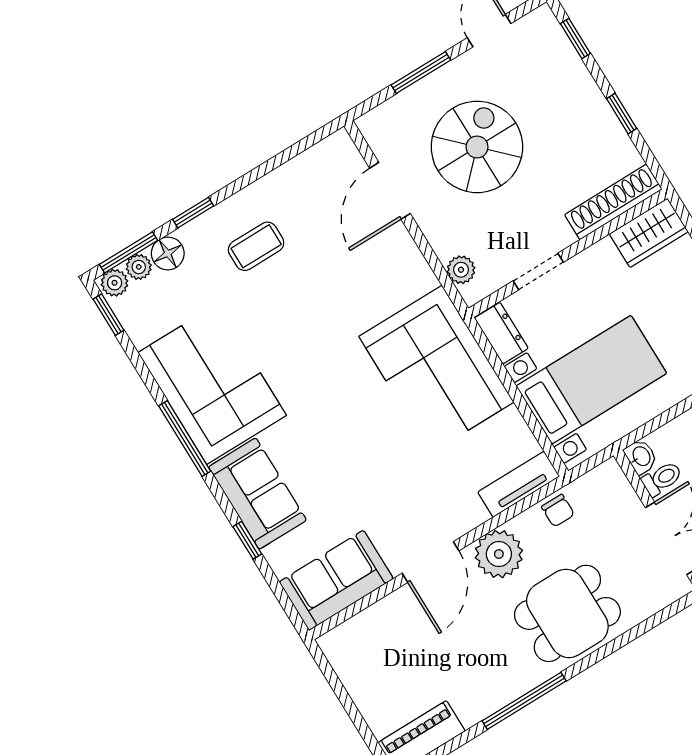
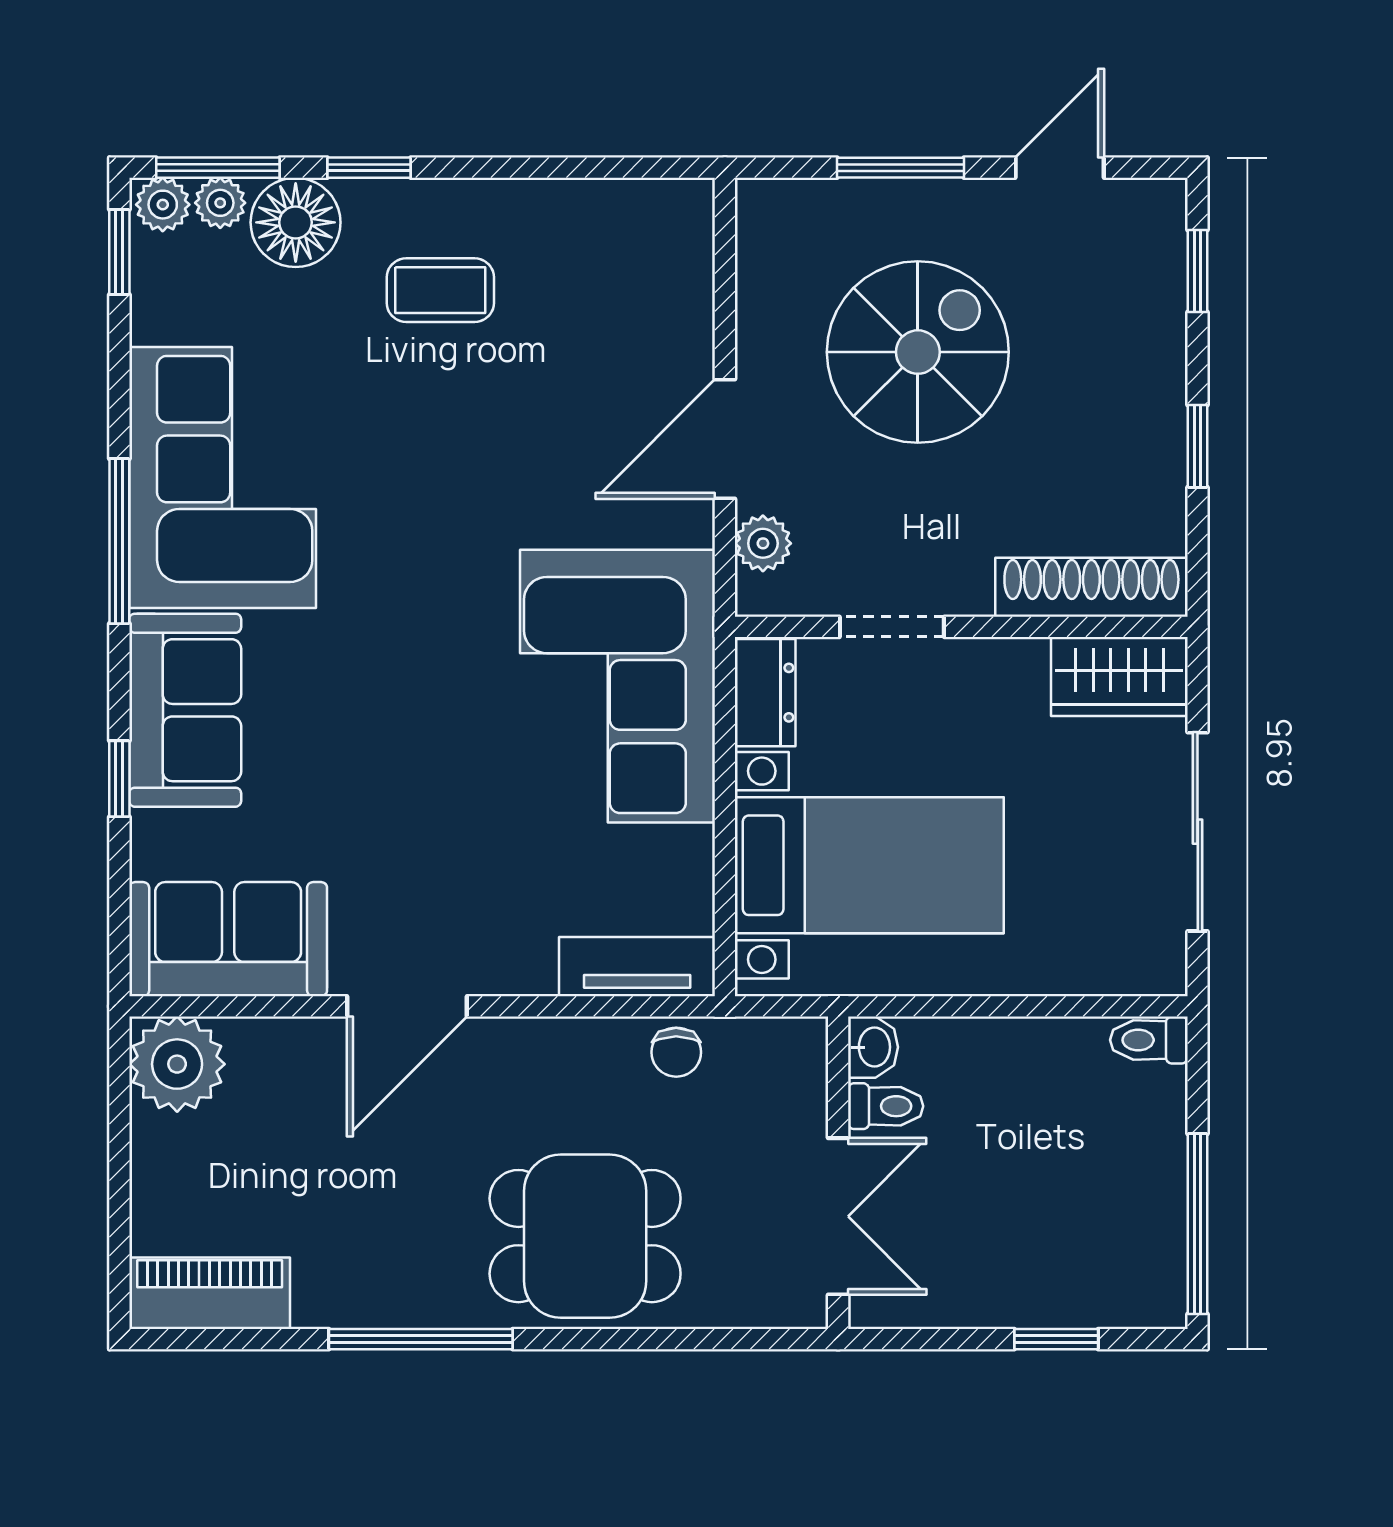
door: (390, 191) -> (725, 439), moved
floor lamp: (168, 253) -> (296, 222), width x1.38, depth x1.38
plant: (499, 554) -> (177, 1064), moved

